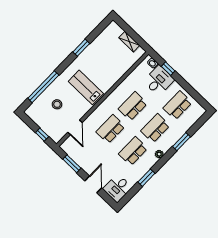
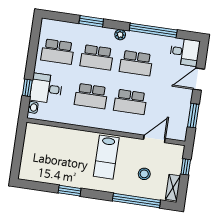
shelving: (129, 42) -> (173, 188), moved
window: (146, 178) -> (153, 30), width x2.11

